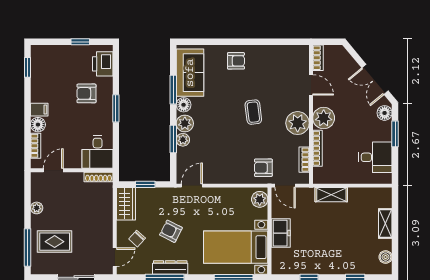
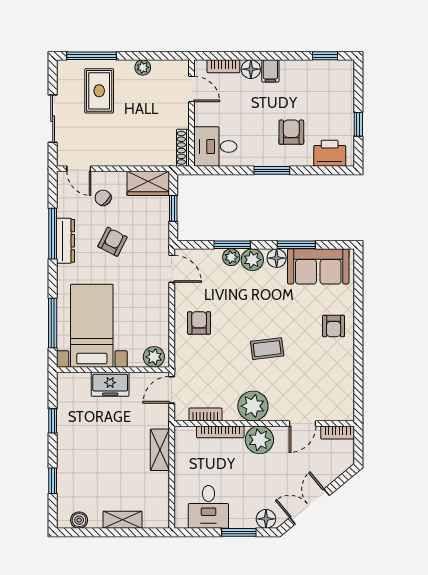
armchair: (263, 168) -> (199, 323), moved

